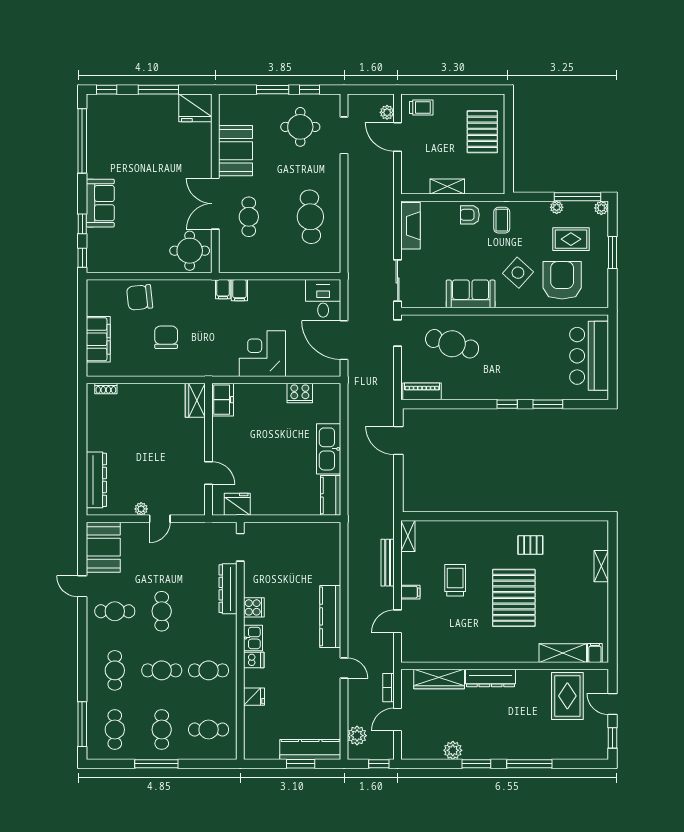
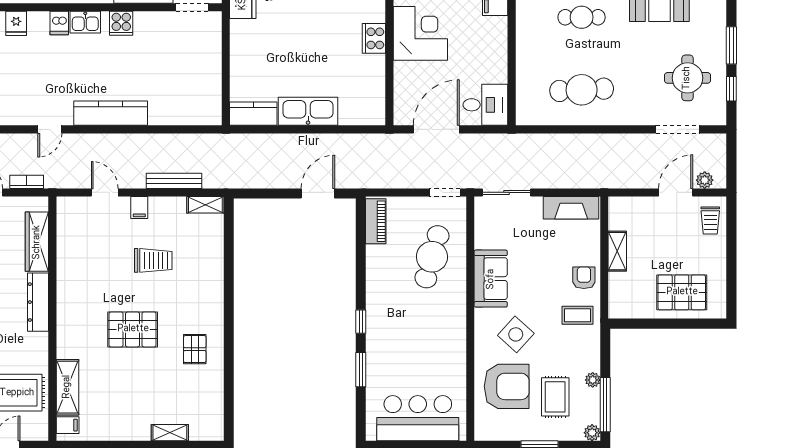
cooker: (300, 393) -> (374, 38), moved
pallet: (514, 598) -> (133, 329), width x0.73, depth x0.71

